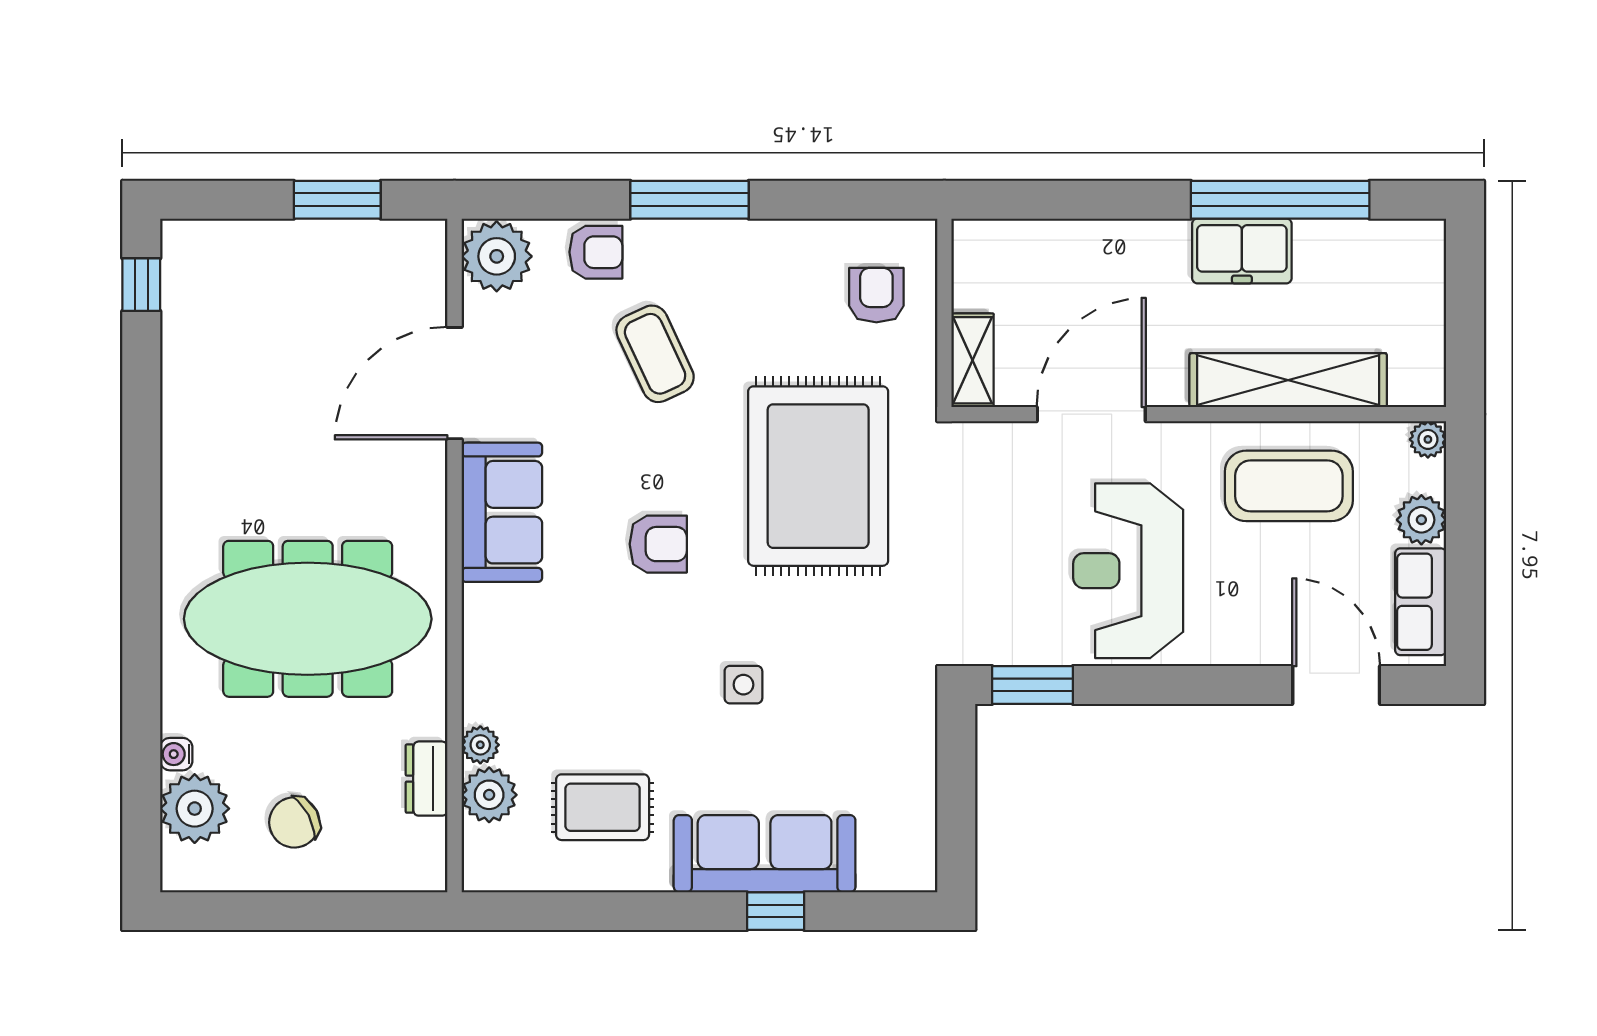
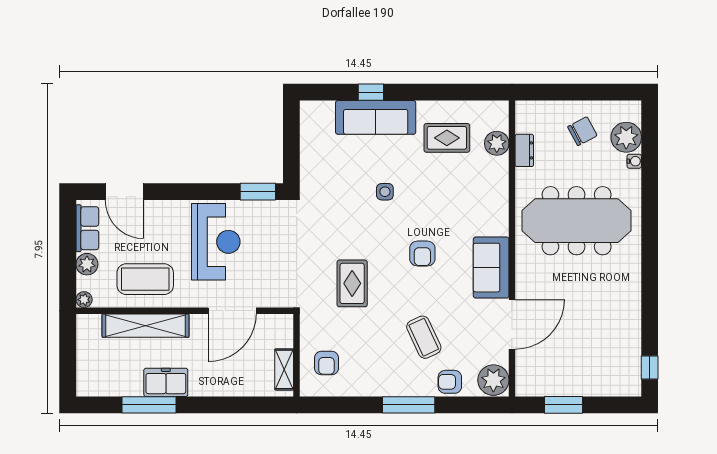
window: (1280, 200) -> (149, 405), width x0.68
shelving: (973, 360) -> (284, 369), moved
rug: (818, 476) -> (352, 283), width x0.54, depth x0.49
armchair: (658, 544) -> (422, 254), turned -90
plant: (480, 745) -> (501, 165), removed

